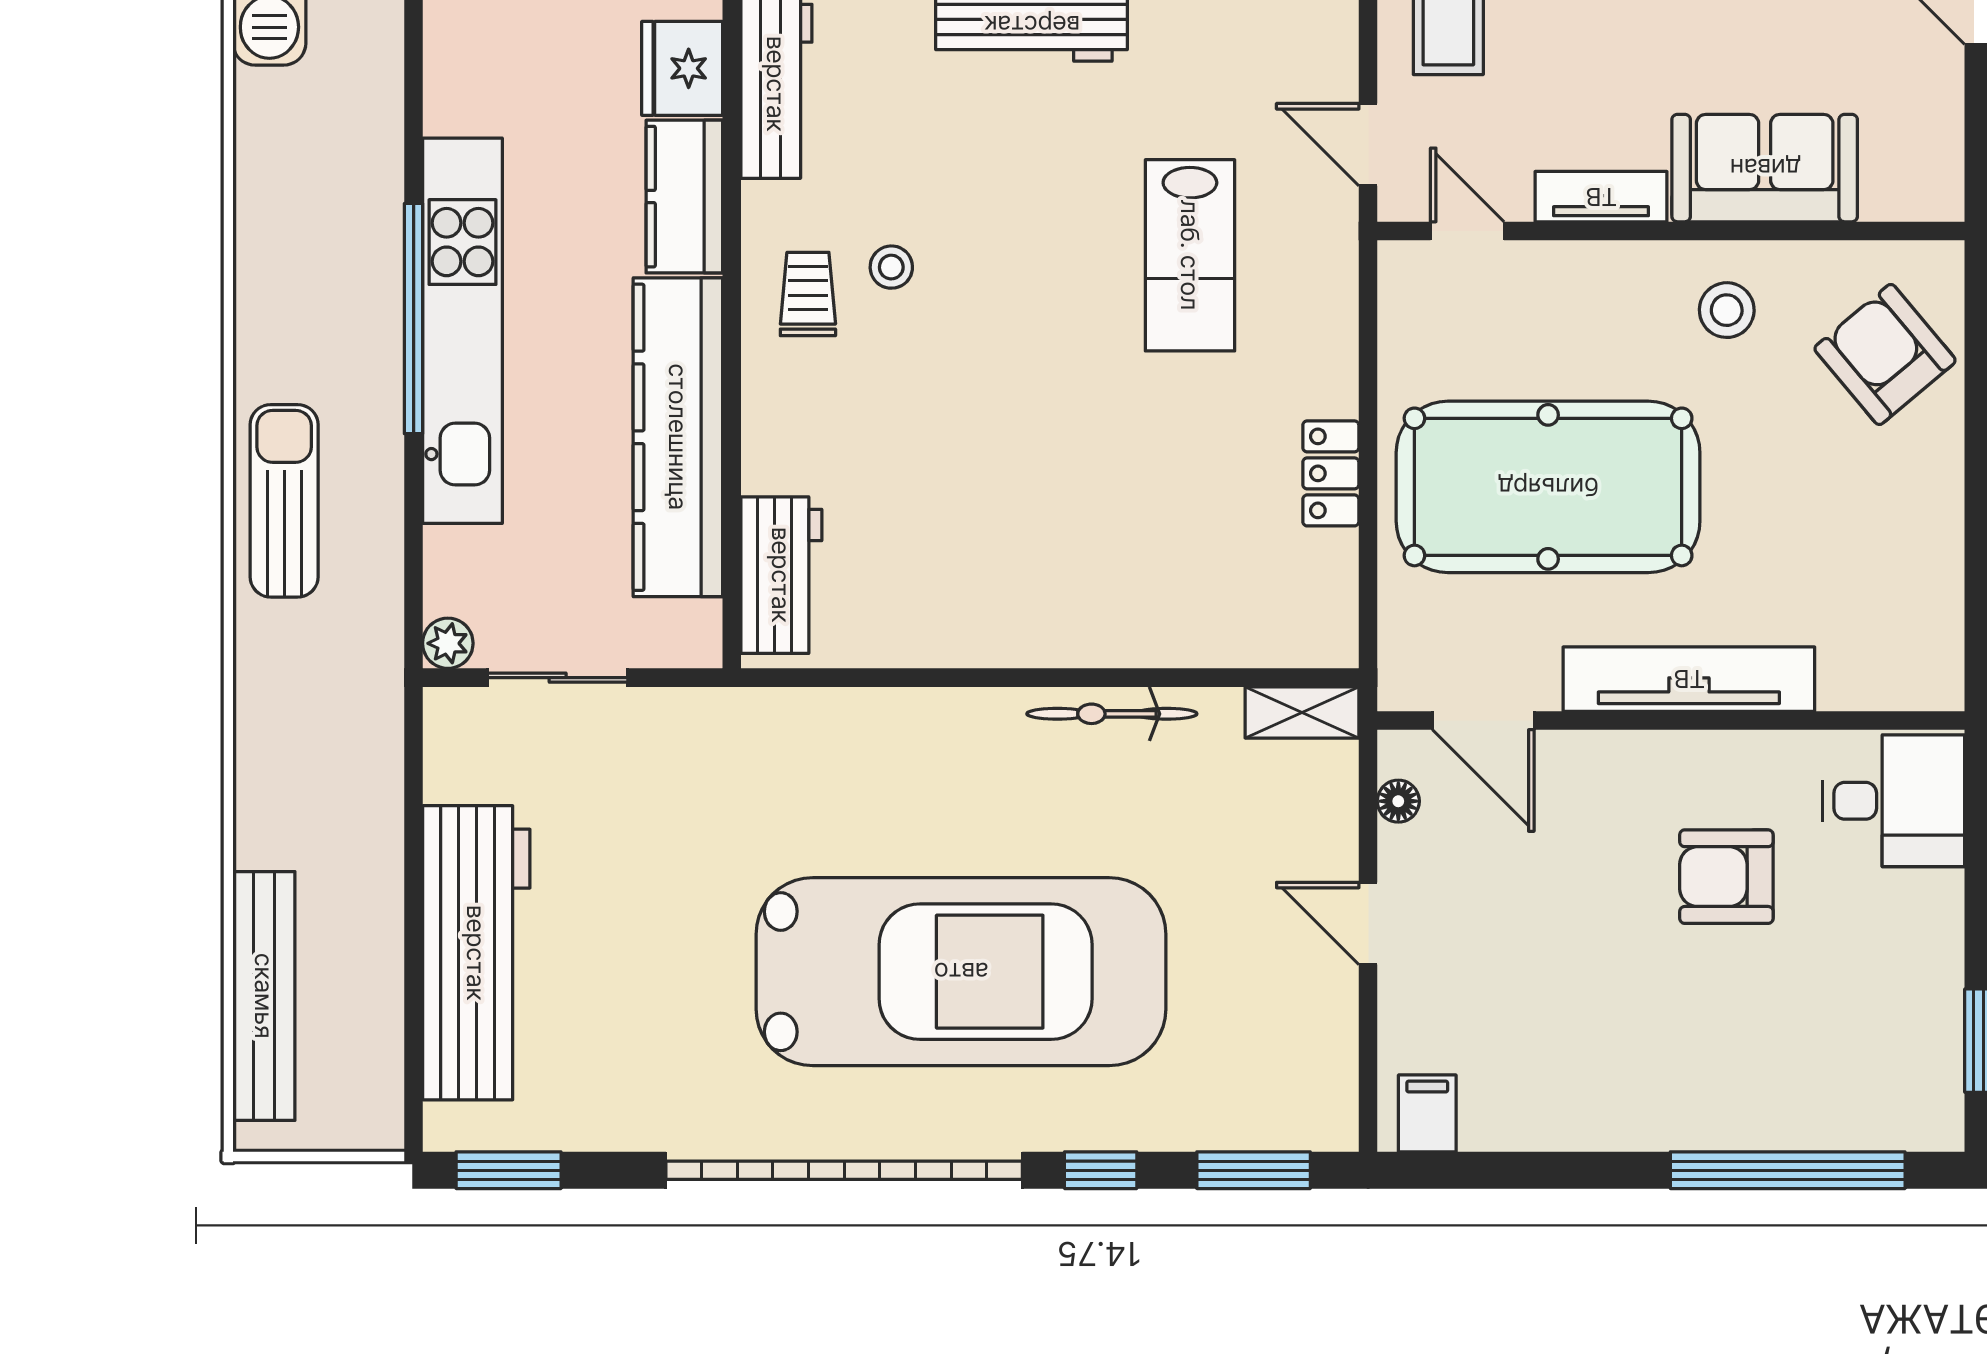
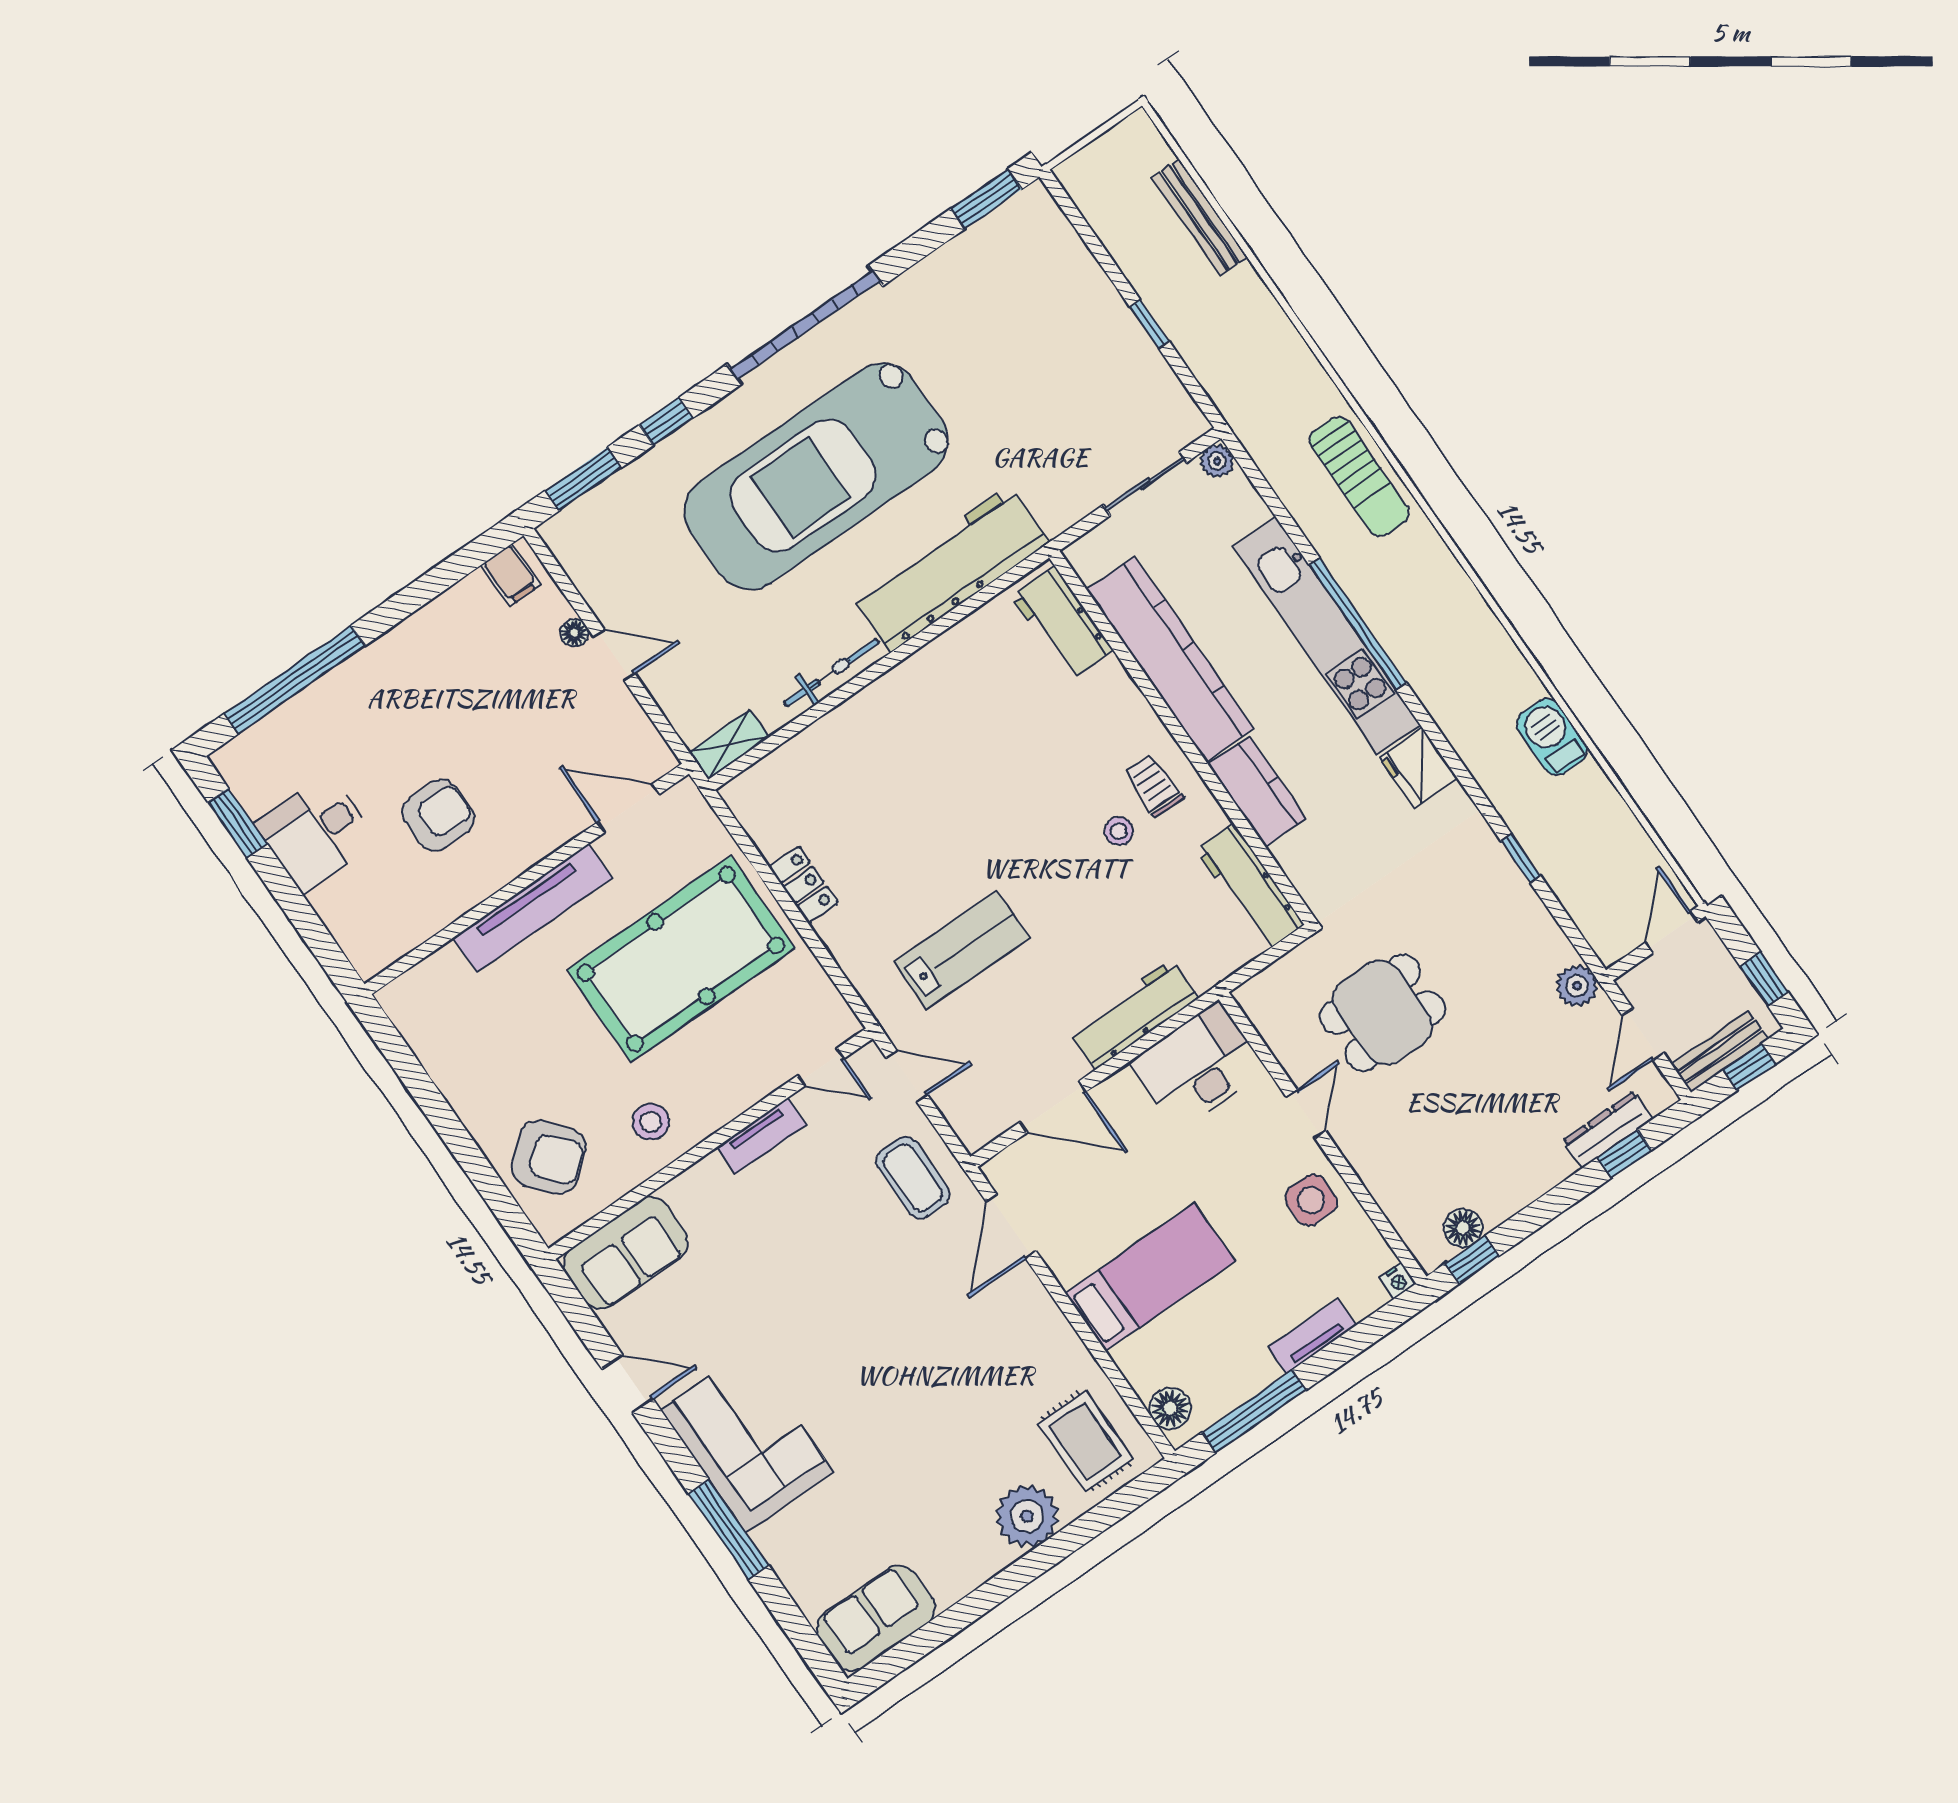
fridge: (682, 68) -> (1418, 768), moved, turned 180
sofa: (1765, 168) -> (626, 1253), moved
lab bench: (1190, 255) -> (962, 950), turned 90
trolley: (808, 294) -> (1154, 785), turned 180
floor lamp: (1398, 801) -> (574, 633), moved
desk: (1894, 801) -> (316, 833), moved
window: (414, 872) -> (1150, 324), added
workbench: (476, 953) -> (950, 569), moved, turned 90
bench: (264, 996) -> (1199, 217), width x0.73, depth x0.82
garage door: (844, 1170) -> (805, 325), width x0.73

